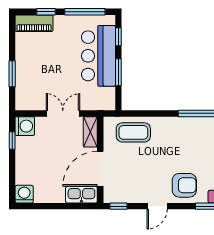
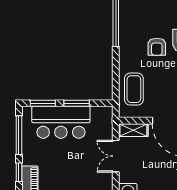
window: (118, 37) -> (43, 103), width x1.50
armchair: (178, 156) -> (157, 47), added

